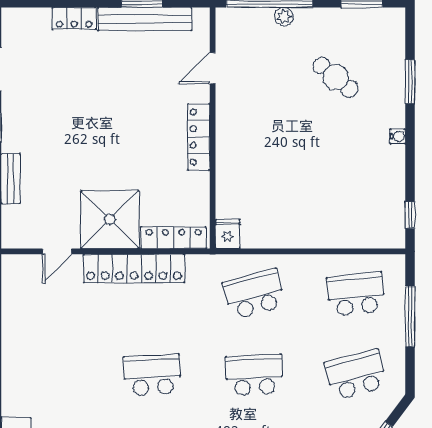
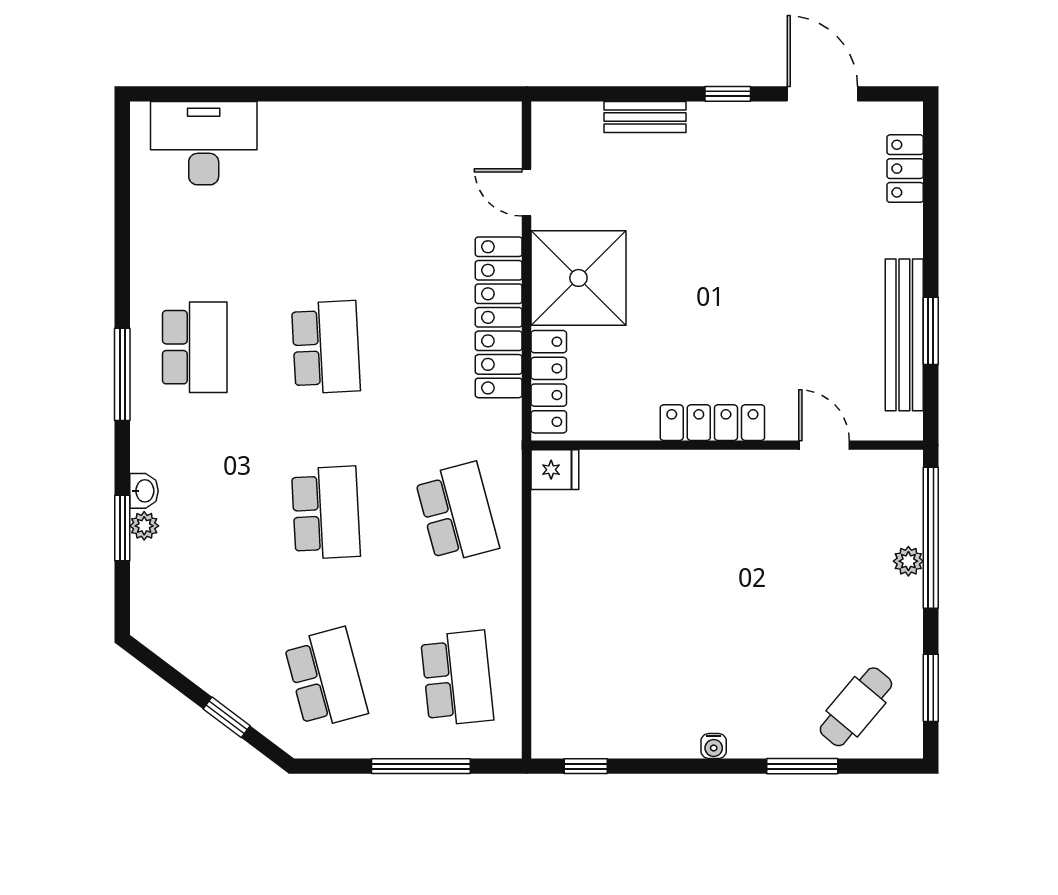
locker: (74, 18) -> (905, 169), moved
cafe table: (335, 77) -> (856, 707), moved

